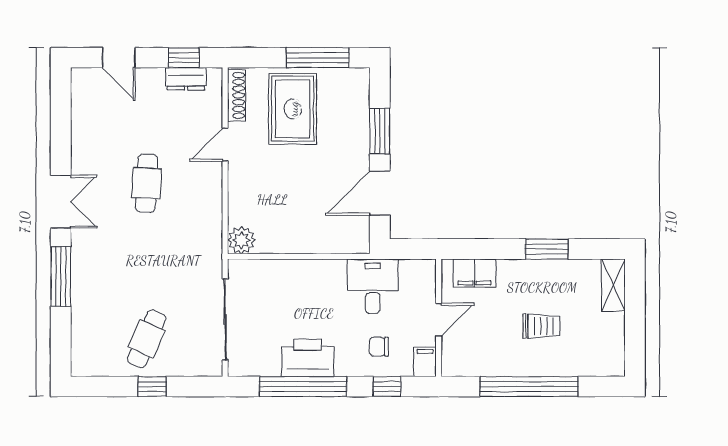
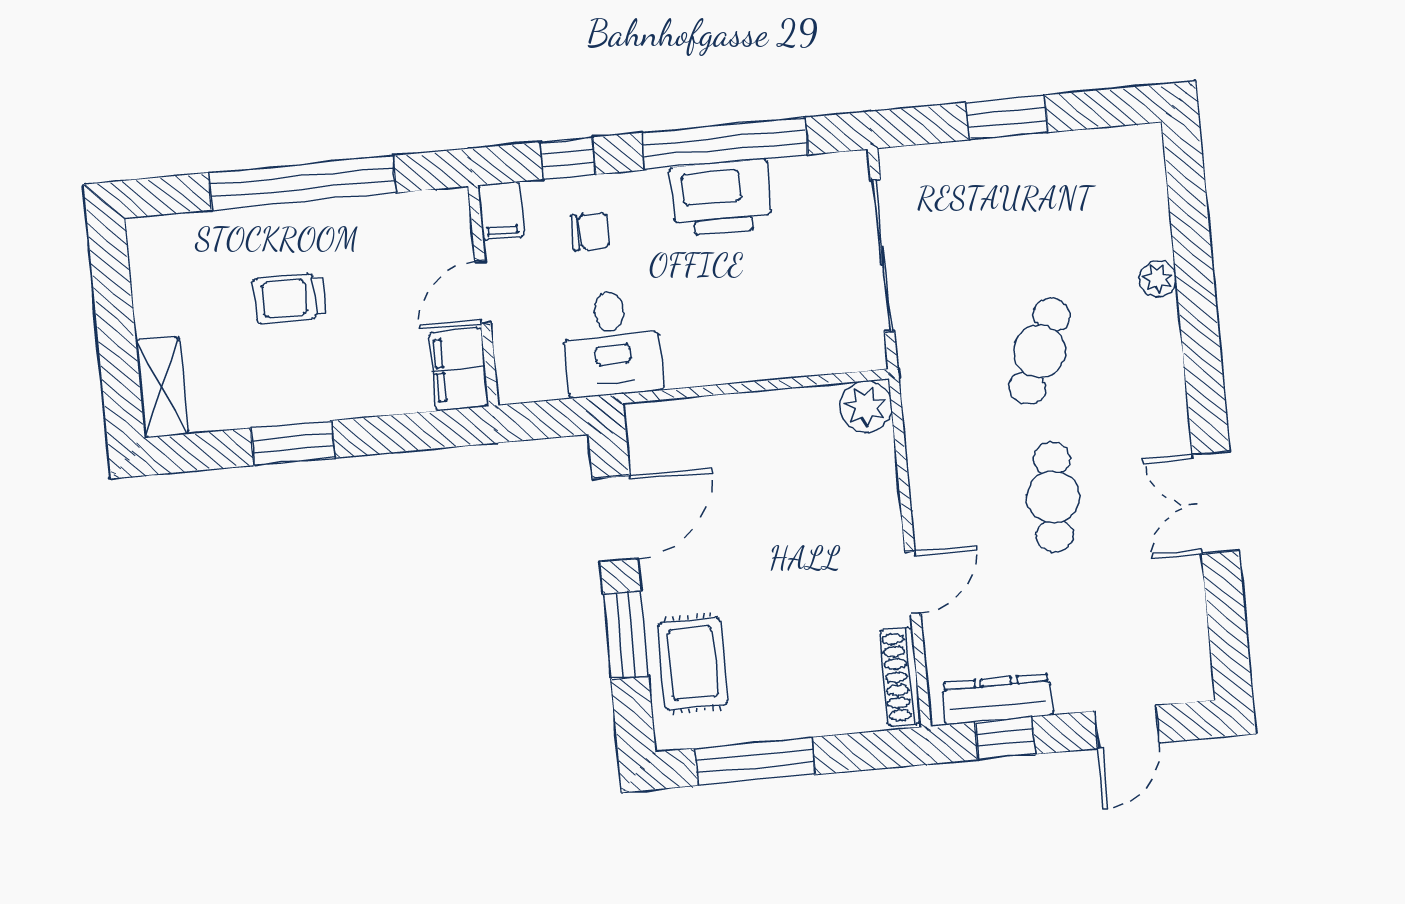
door: (119, 58) -> (1127, 727), swing flipped
dresser: (186, 79) -> (998, 699), width x1.44
rug: (293, 109) -> (693, 663), moved, width x0.73, depth x0.70
double door: (61, 202) -> (1216, 502), moved
filing cabinet: (474, 273) -> (459, 369), moved, turned -90
window: (61, 276) -> (1198, 308), removed
plant: (80, 294) -> (1158, 279), added
cafe table: (147, 339) -> (1039, 351), moved
window: (152, 386) -> (1007, 117), width x1.50

